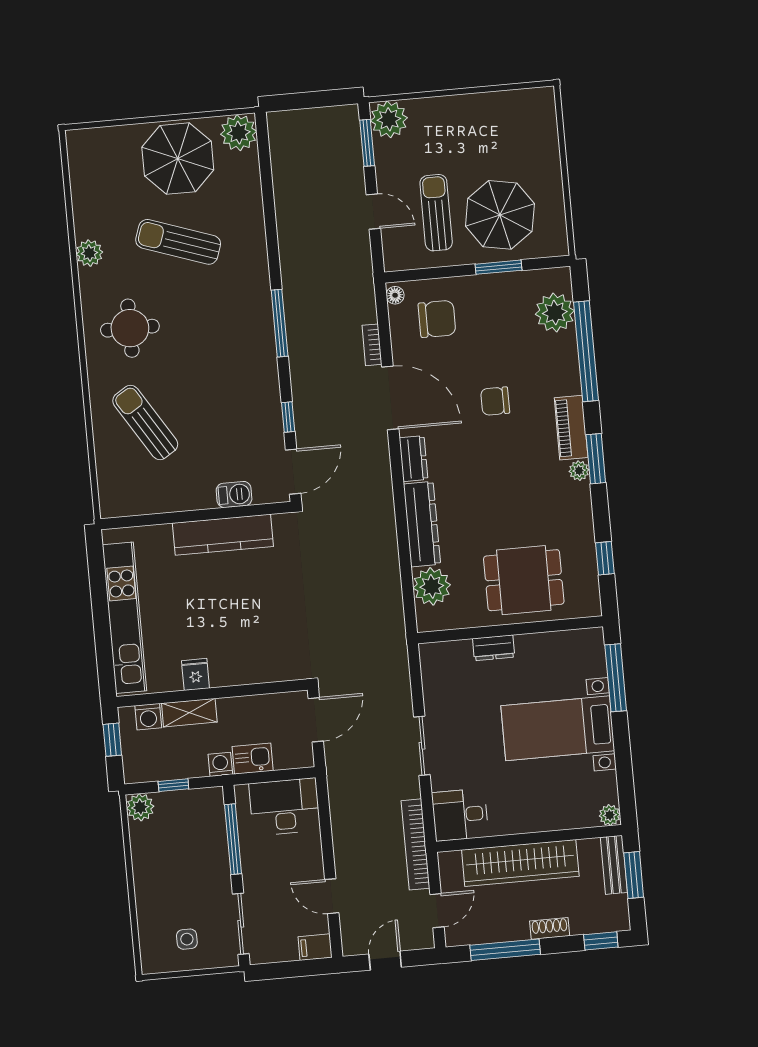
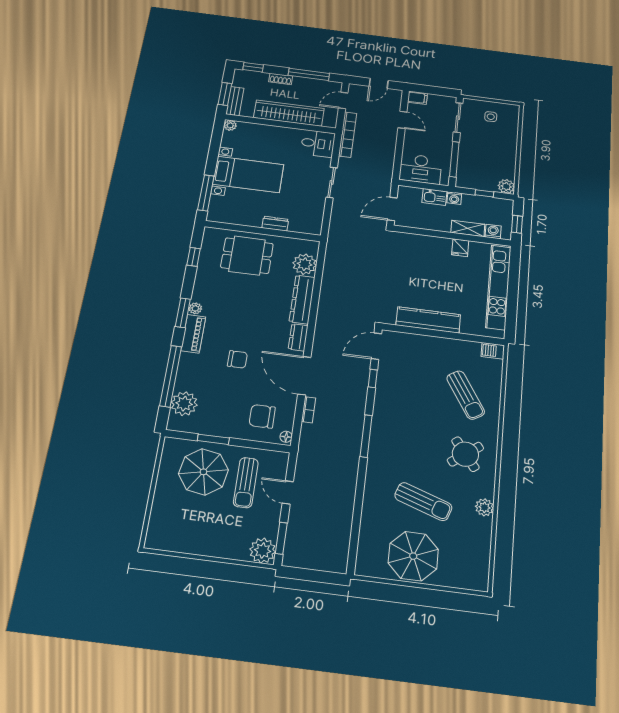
plant: (239, 133) -> (368, 564), removed
round table: (130, 328) -> (465, 454), turned -37
barbecue: (234, 494) -> (493, 351), moved

